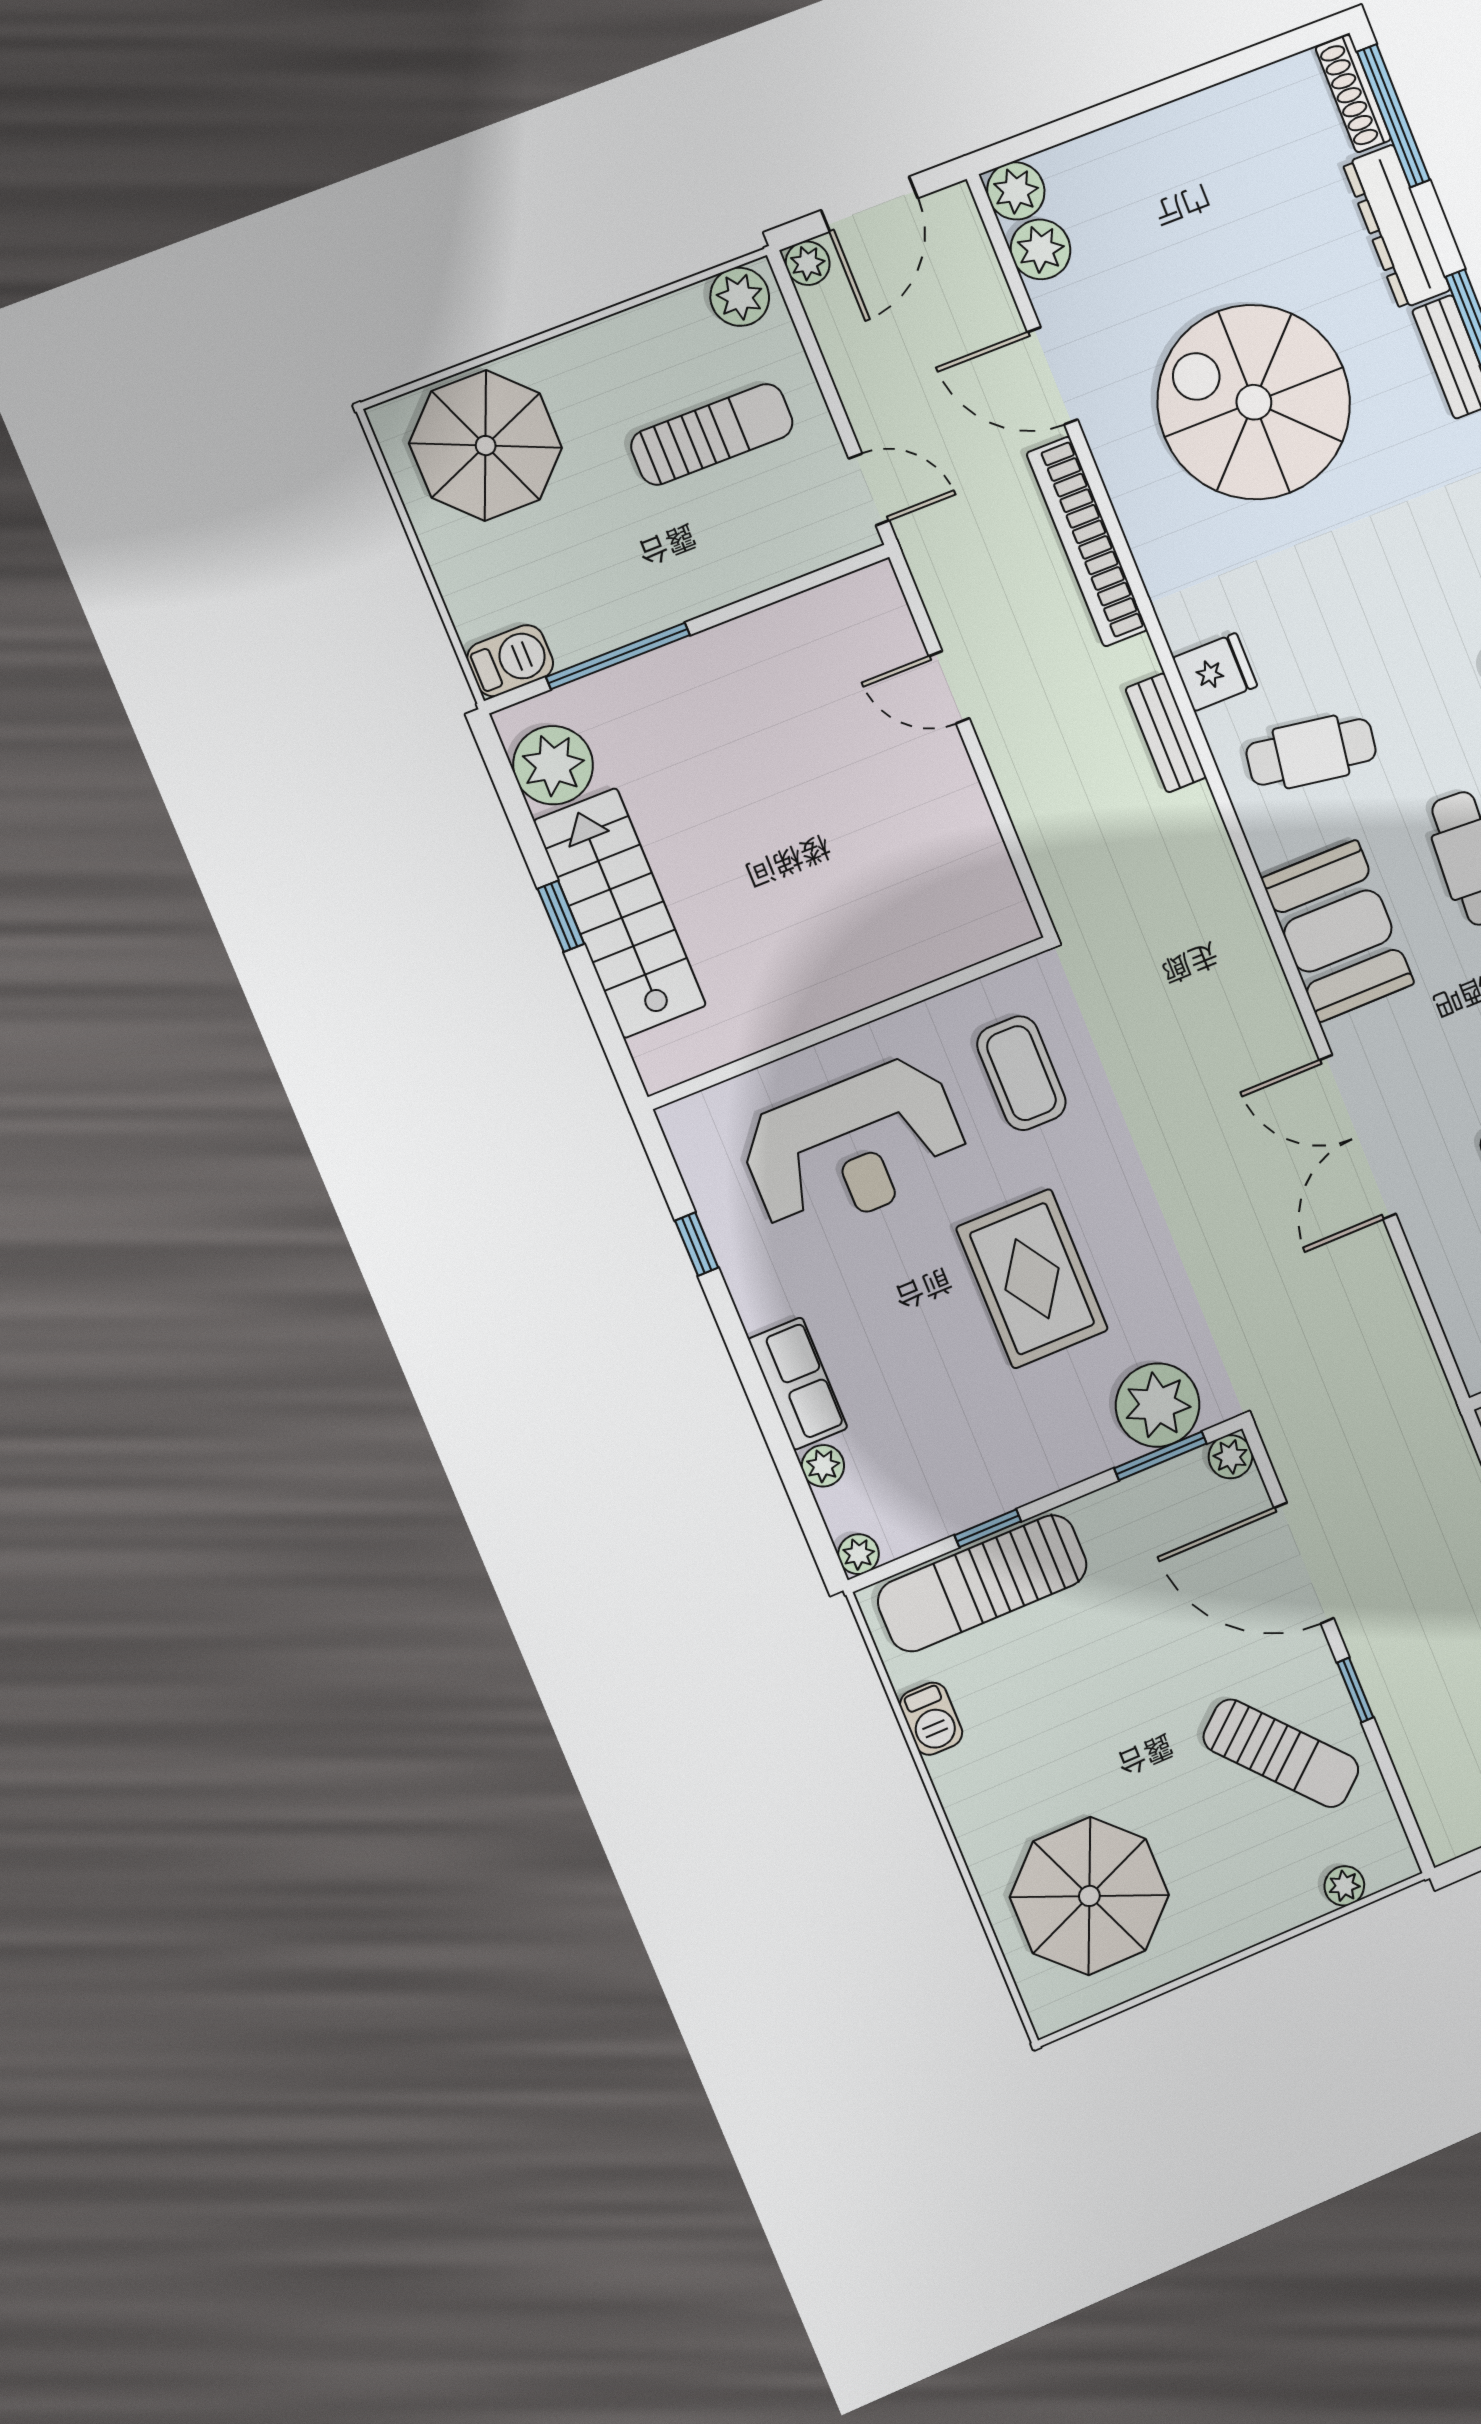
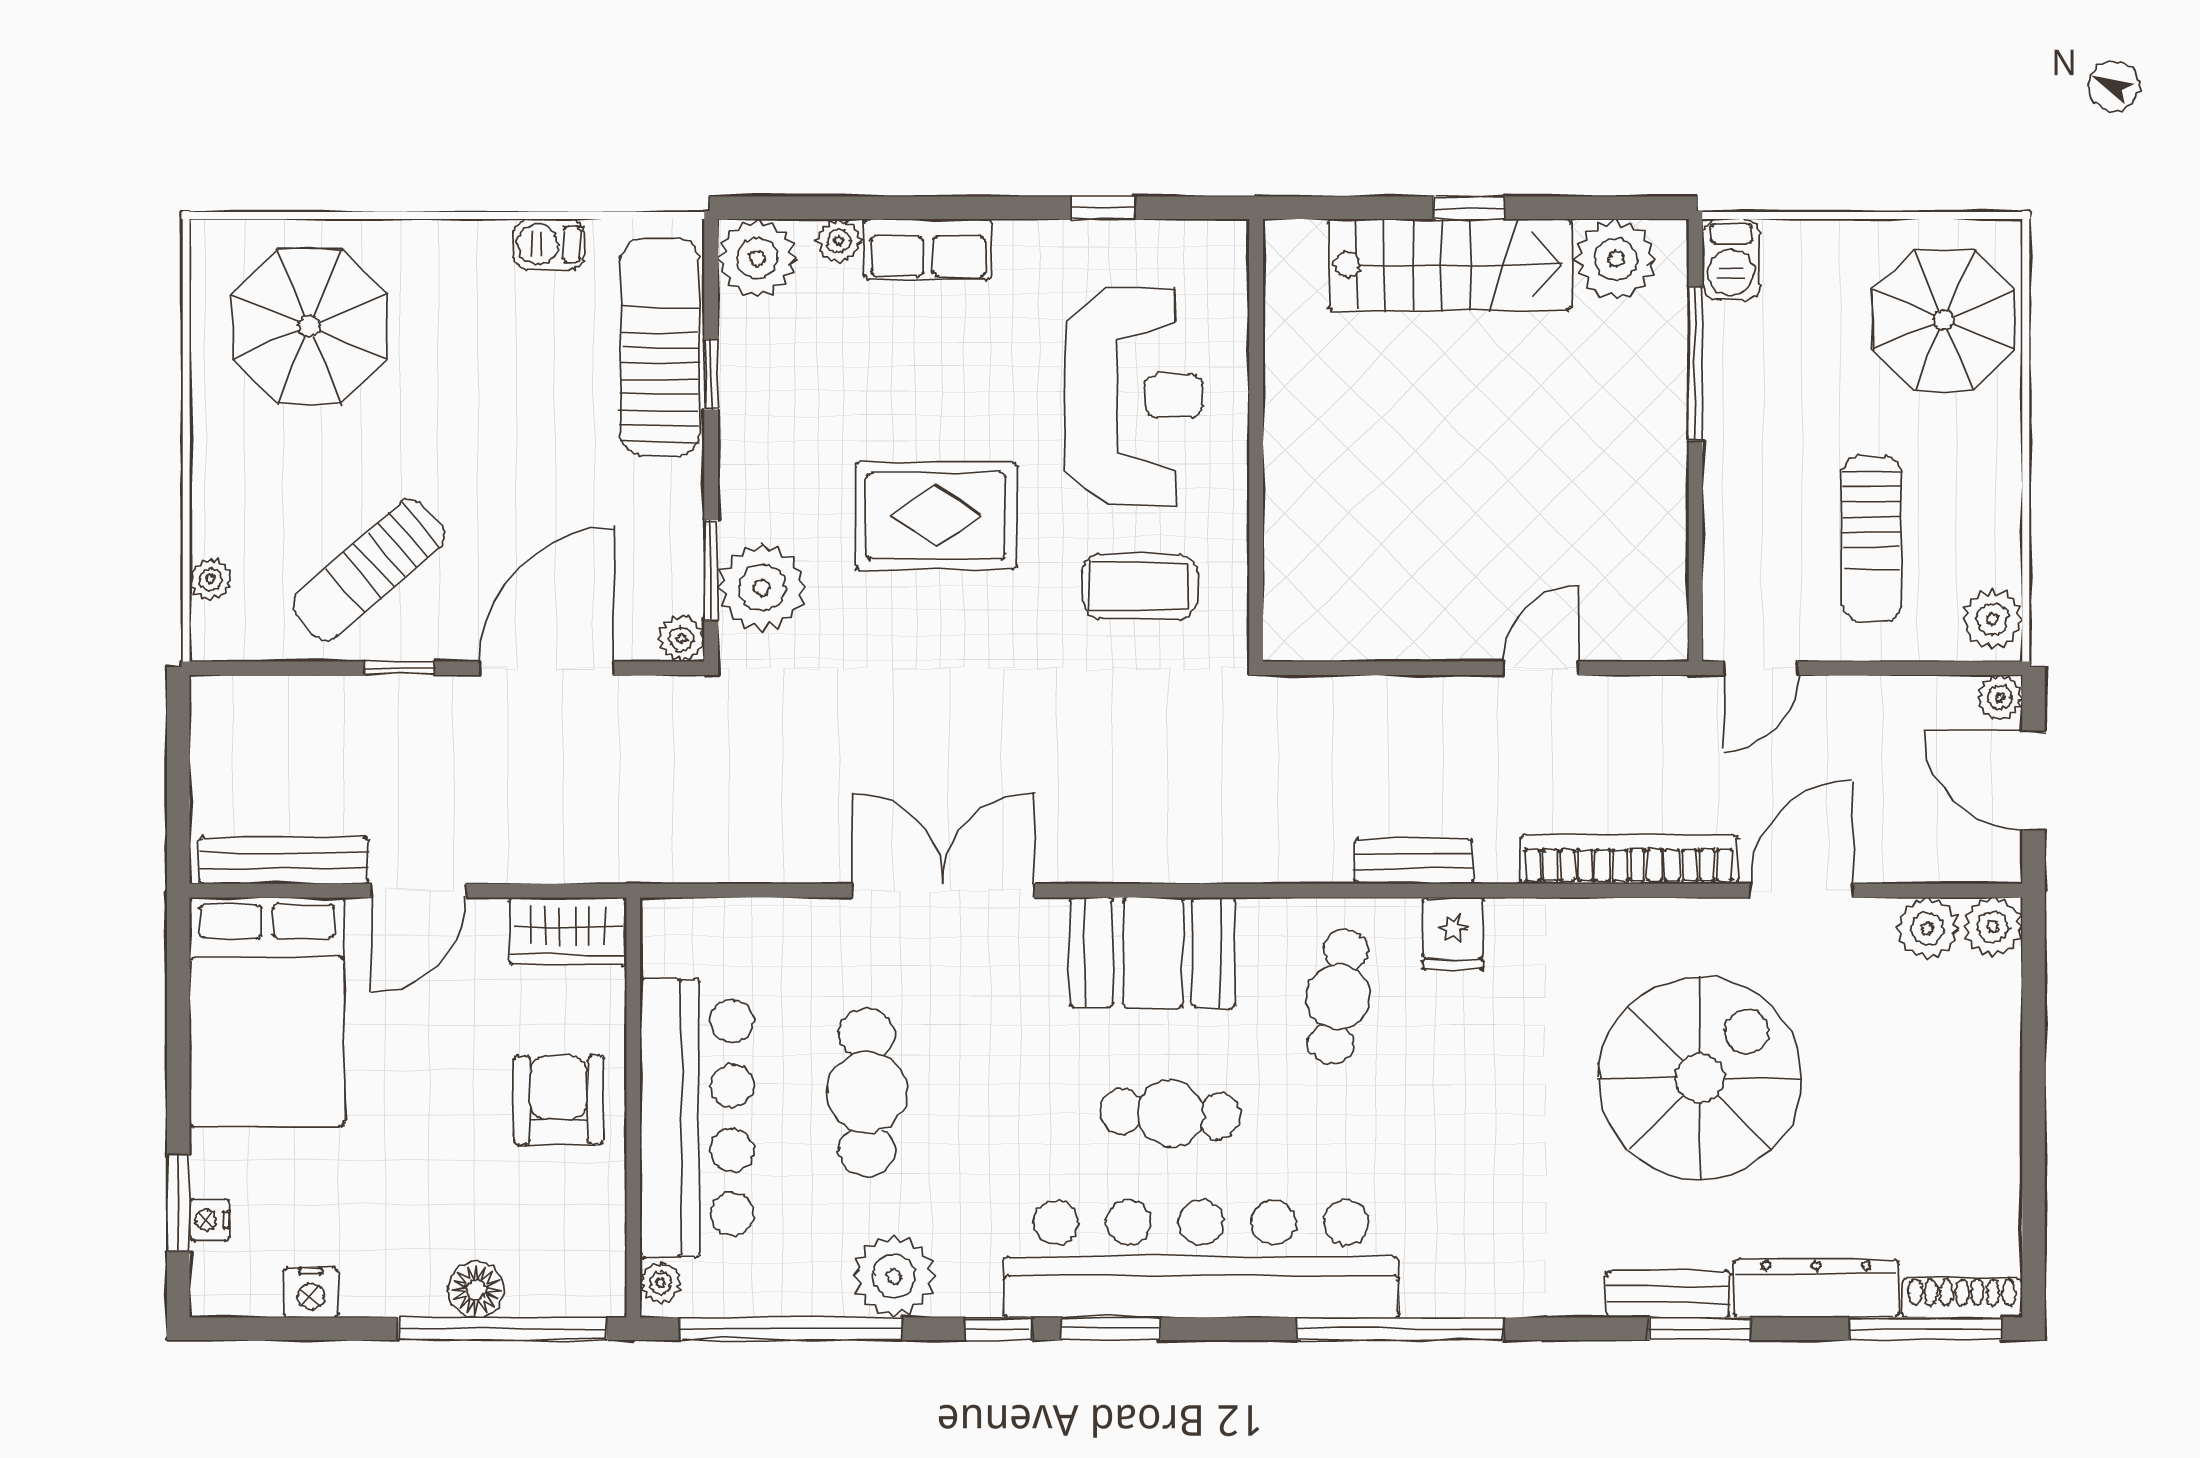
reception desk: (854, 1147) -> (1134, 396), turned 180
plant: (859, 1554) -> (757, 258), width x1.87, depth x1.87

